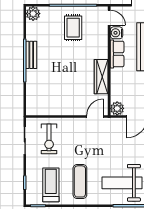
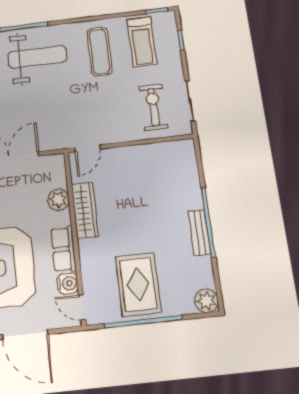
rug: (73, 28) -> (138, 284), width x1.36, depth x1.43
plant: (117, 108) -> (58, 200), moved

